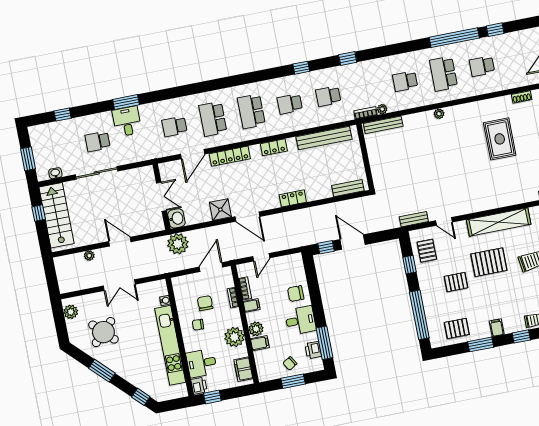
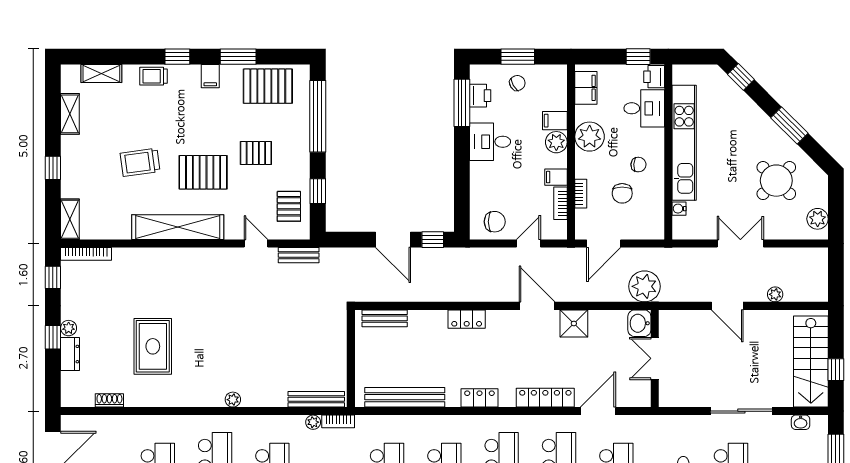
chair: (296, 294) -> (495, 222), moved
pallet: (457, 328) -> (268, 86), width x1.50, depth x1.42

